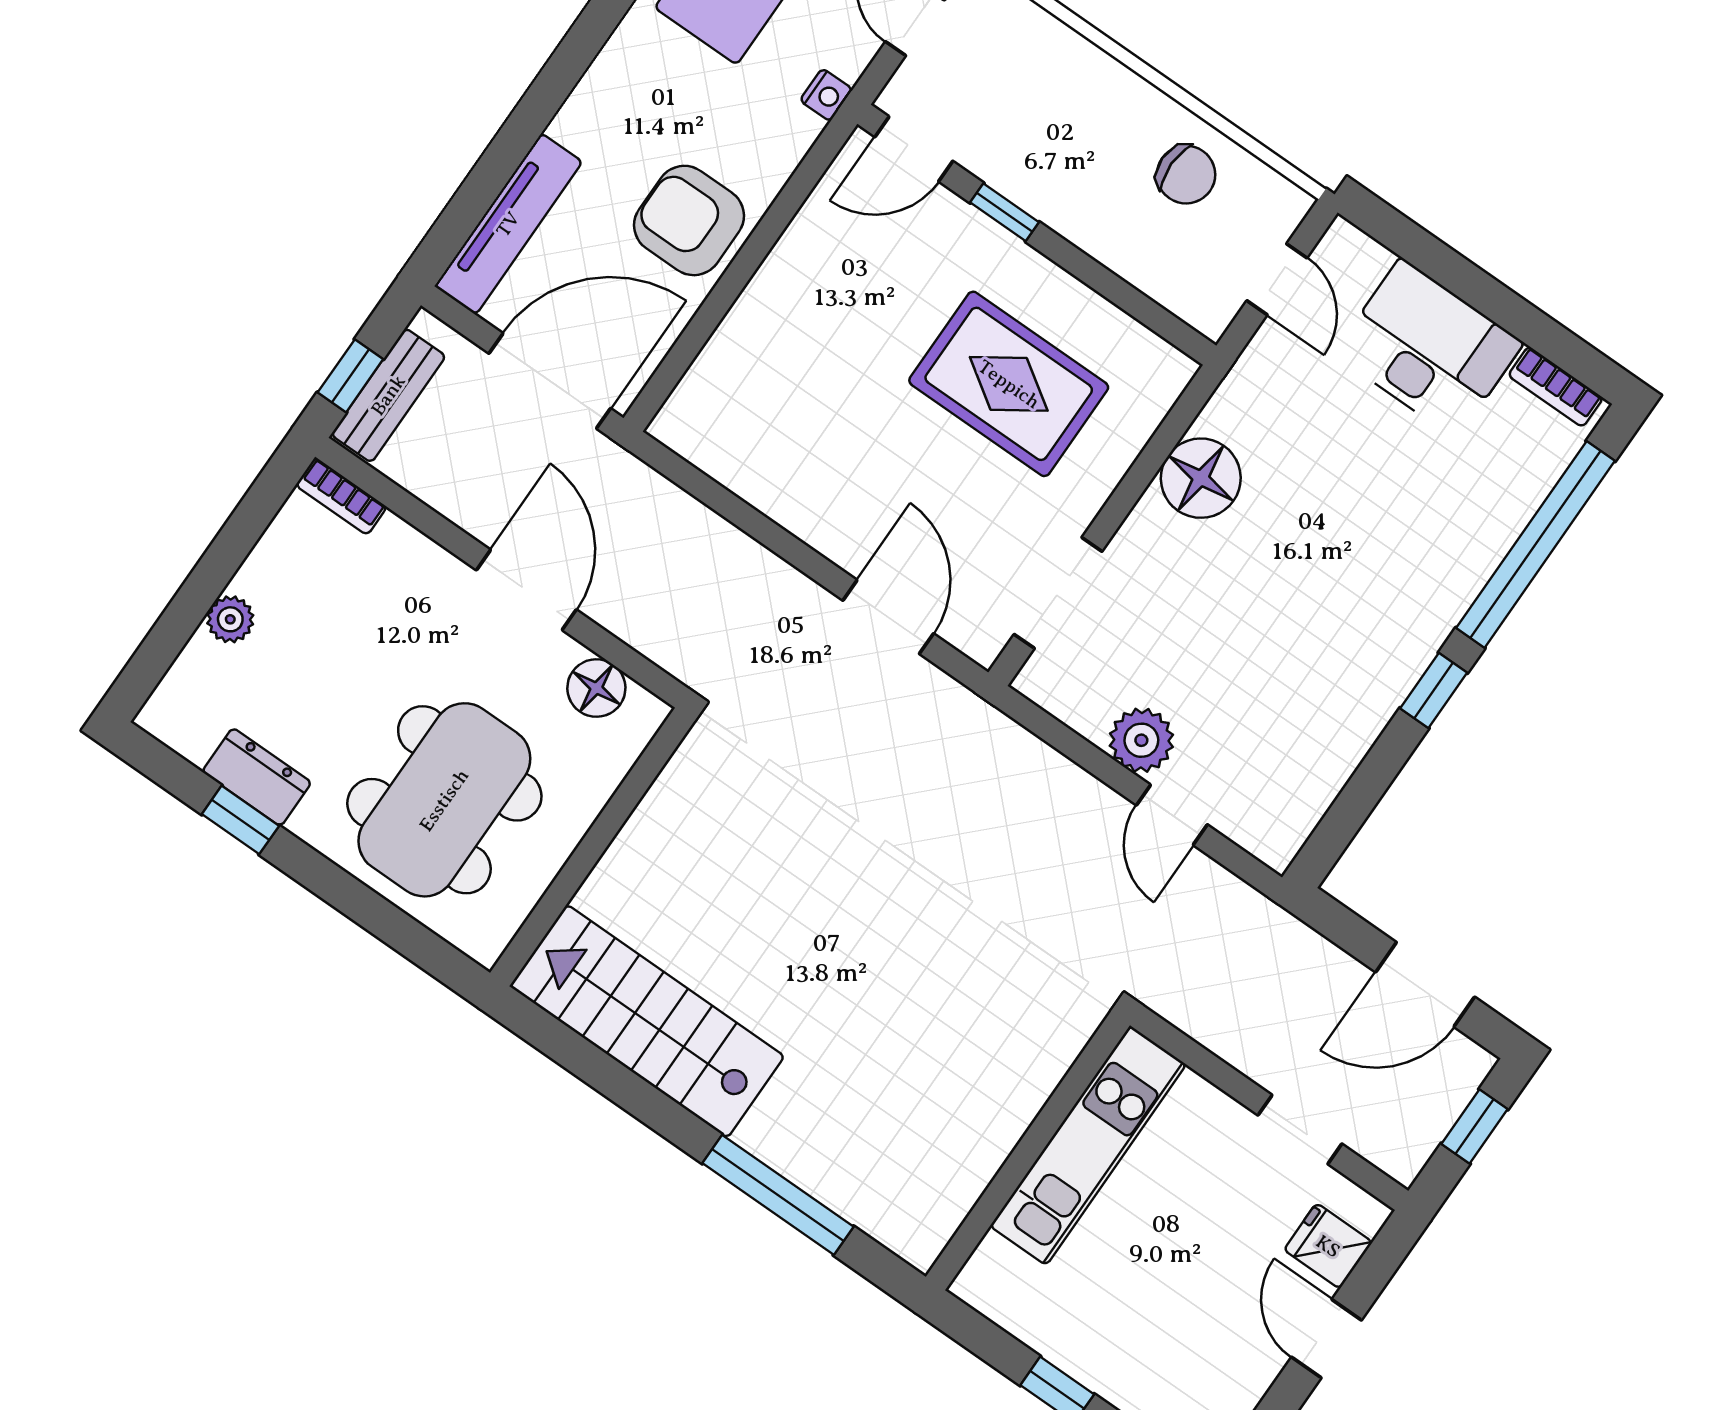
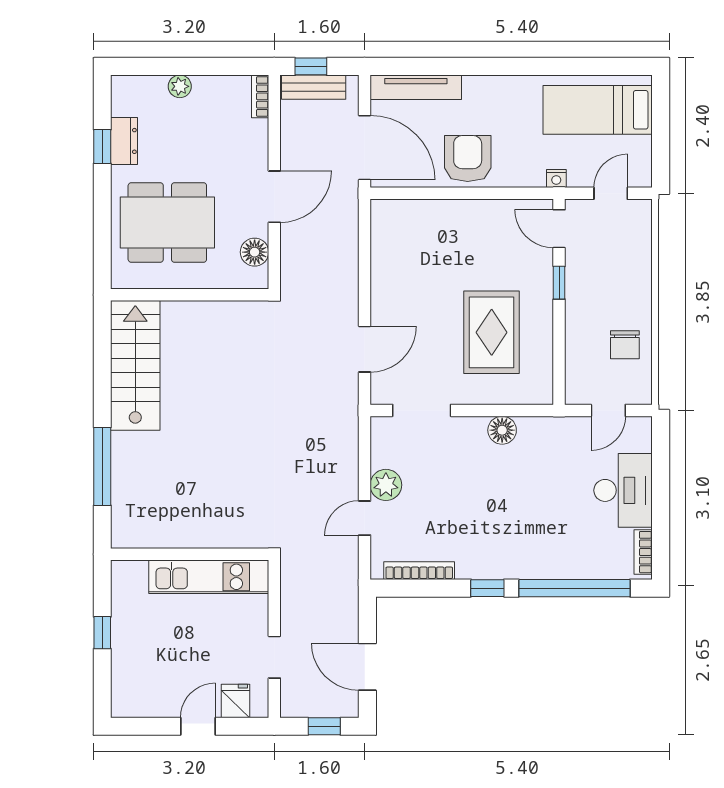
floor lamp: (1201, 478) -> (502, 430), width x0.73, depth x0.73
bookcase: (1324, 785) -> (419, 571), added

